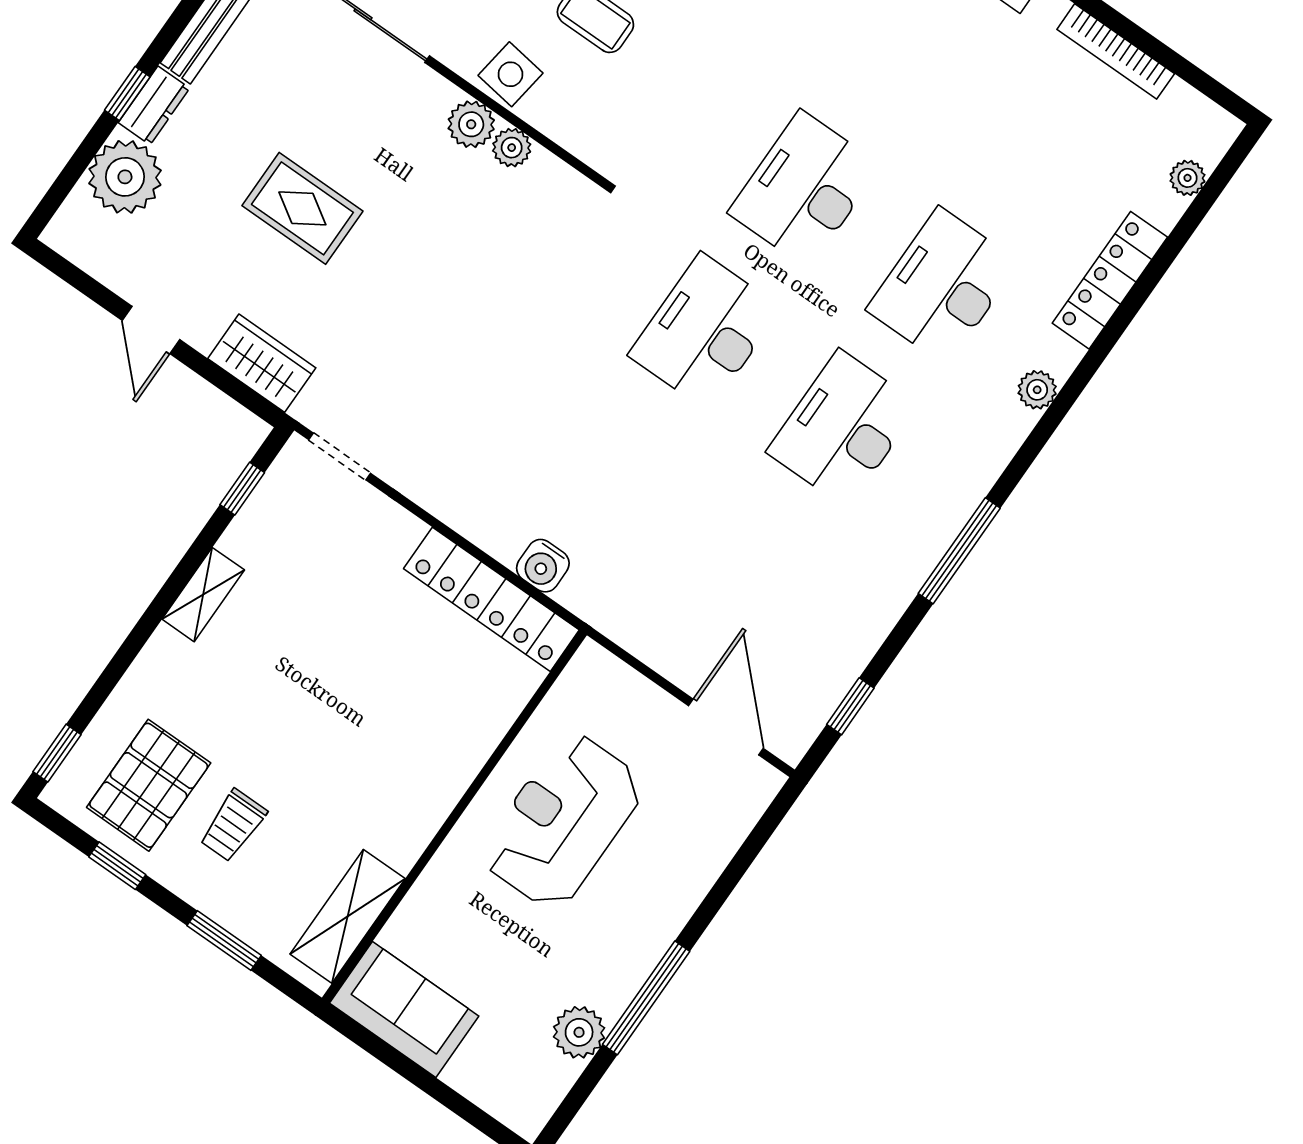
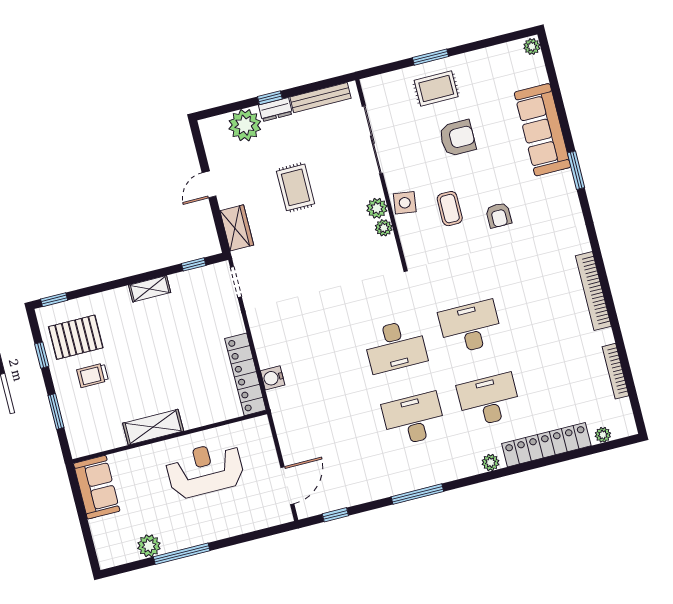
locker: (1110, 280) -> (546, 445), width x1.41, depth x1.21
desk: (705, 332) -> (395, 346), turned 180
shelving: (348, 916) -> (153, 427), moved

